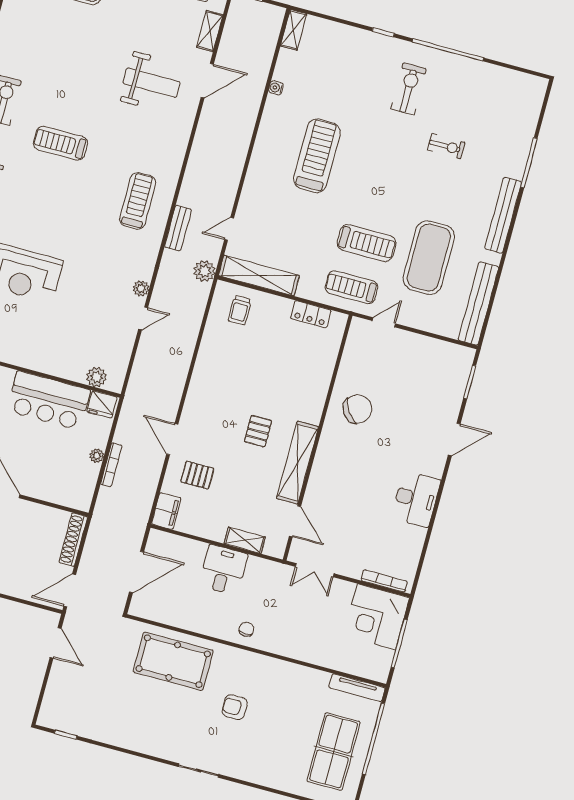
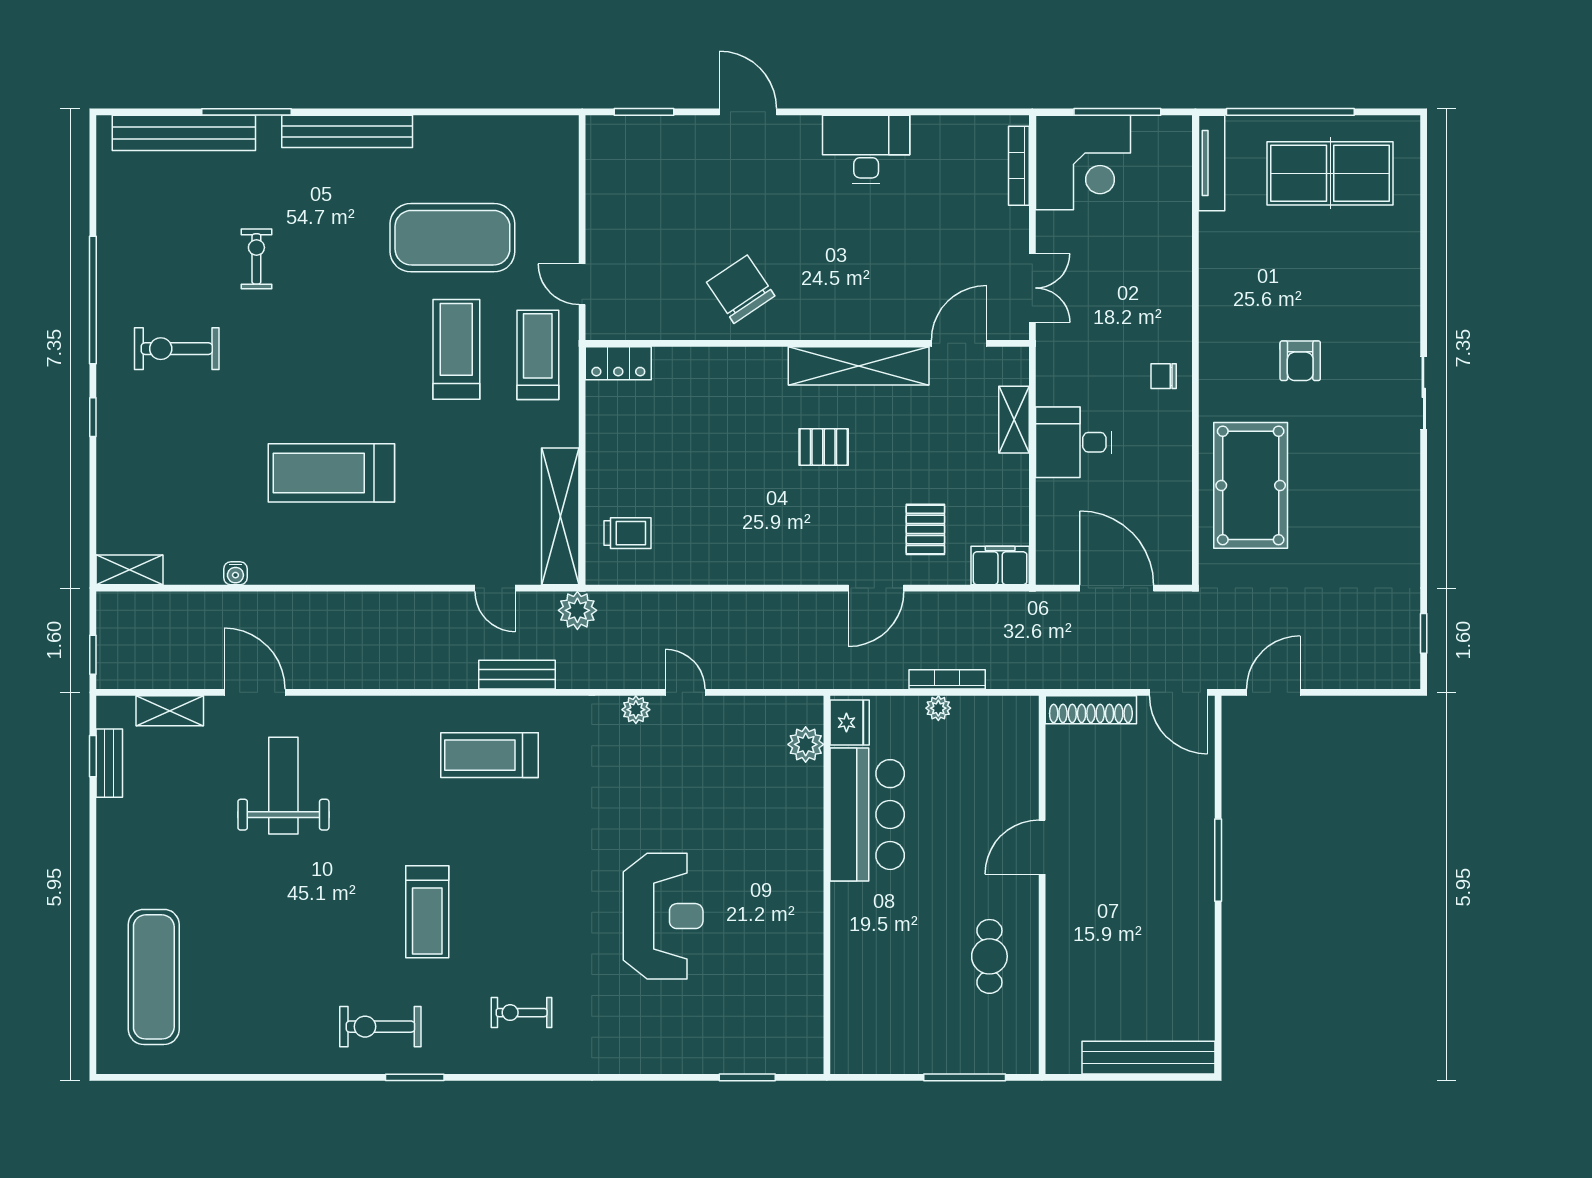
treadmill: (351, 287) -> (538, 355), turned 180
bench: (478, 303) -> (184, 133), moved
locker: (311, 314) -> (618, 363), moved, turned 90

